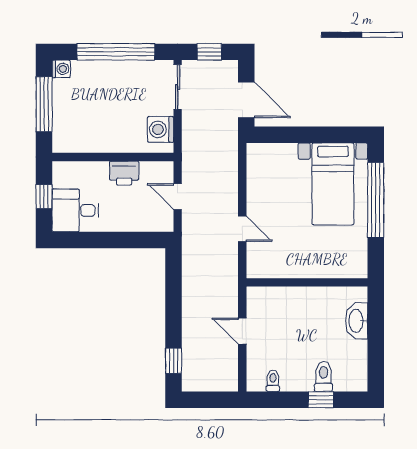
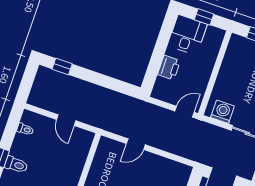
printer: (124, 173) -> (169, 68), moved, turned 180
door: (178, 197) -> (185, 112), moved
door: (242, 331) -> (66, 120), swing flipped

